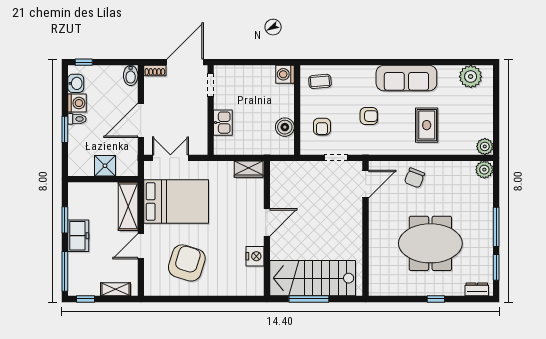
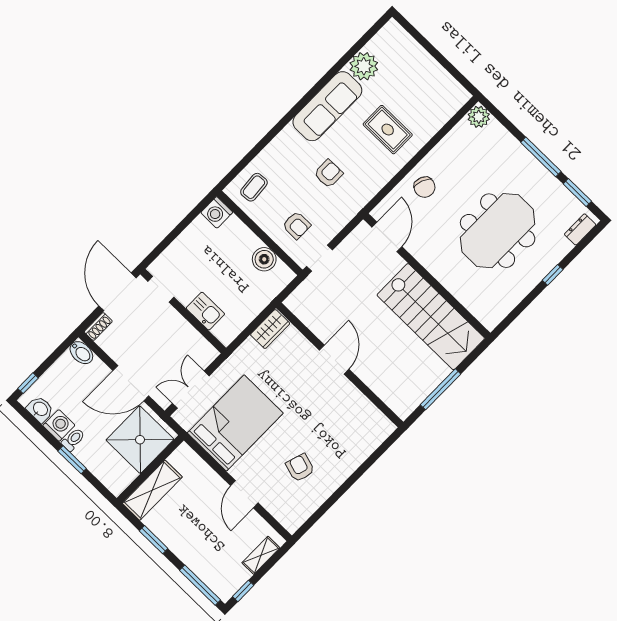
plant: (471, 77) -> (364, 66), moved
door: (141, 120) -> (131, 383), hinge flipped
plant: (485, 146) -> (458, 96), removed
doorway: (336, 158) -> (320, 258), moved
shower: (105, 166) -> (140, 440), width x1.86, depth x1.86
shelving: (128, 206) -> (152, 490), moved, turned 90
freezer: (78, 236) -> (180, 542), removed
nightstand: (255, 256) -> (354, 400), removed
armchair: (187, 263) -> (300, 468), width x0.53, depth x0.53
stairs: (313, 278) -> (431, 317), moved, turned -90

